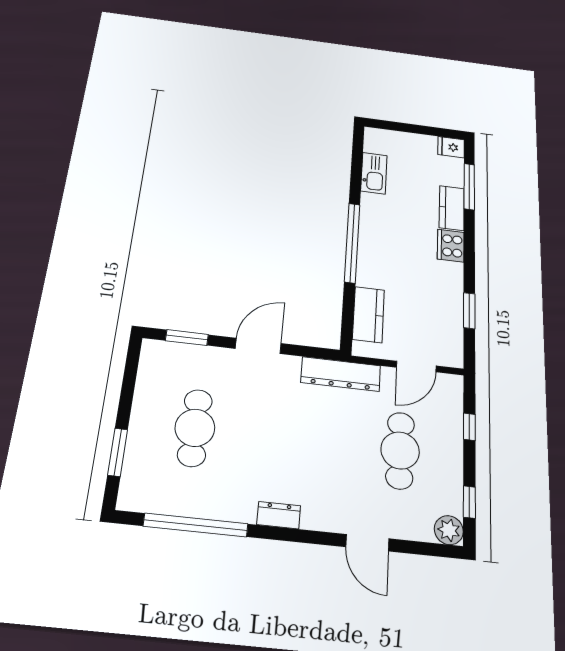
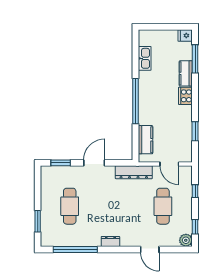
door: (416, 367) -> (169, 164), hinge flipped

